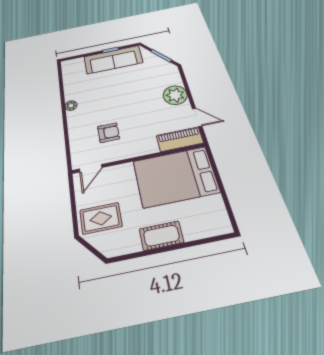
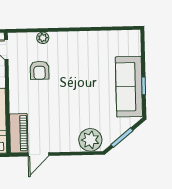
plant: (175, 95) -> (90, 140), moved
plant: (71, 106) -> (43, 38), moved

